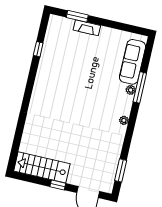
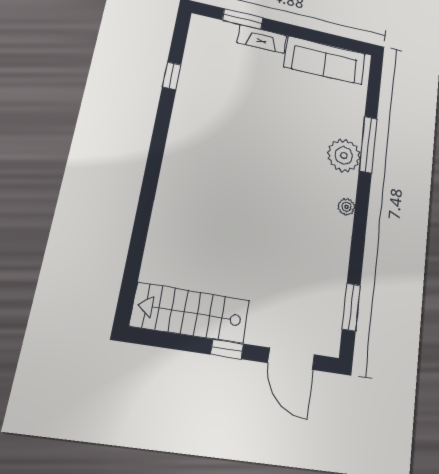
sofa: (132, 62) -> (325, 60), moved, turned -90
plant: (131, 90) -> (344, 155), width x1.87, depth x1.87

